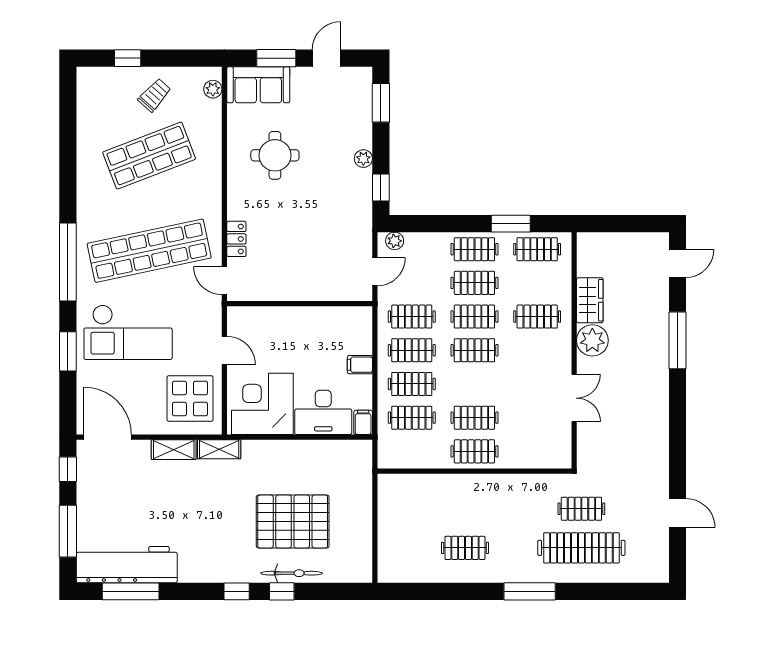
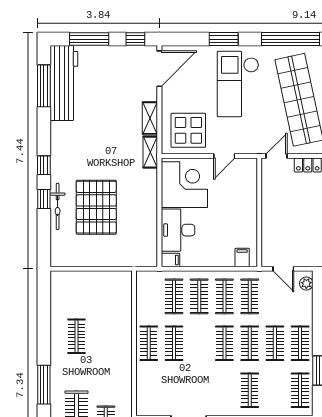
filing cabinet: (360, 365) -> (242, 258), moved

